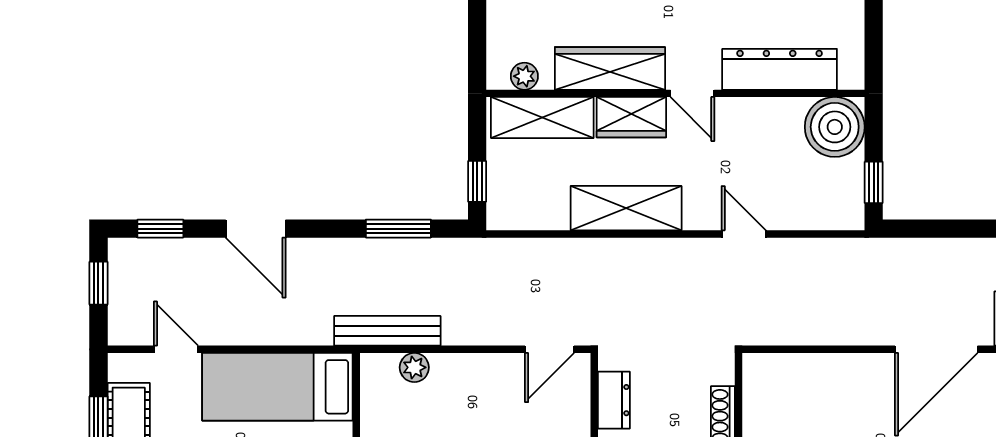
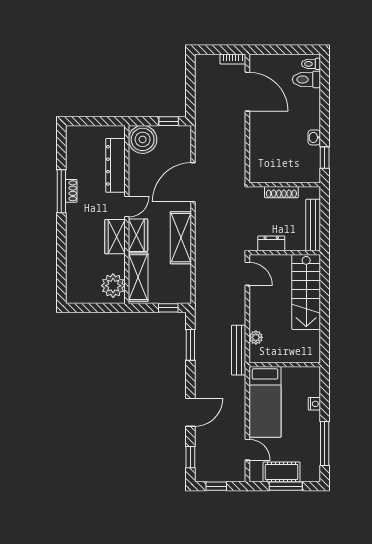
wardrobe: (610, 68) -> (115, 237), width x0.67
plant: (524, 76) -> (113, 286), width x1.87, depth x1.87
door: (744, 234) -> (193, 182), width x1.88
door: (176, 349) -> (247, 450), swing flipped

